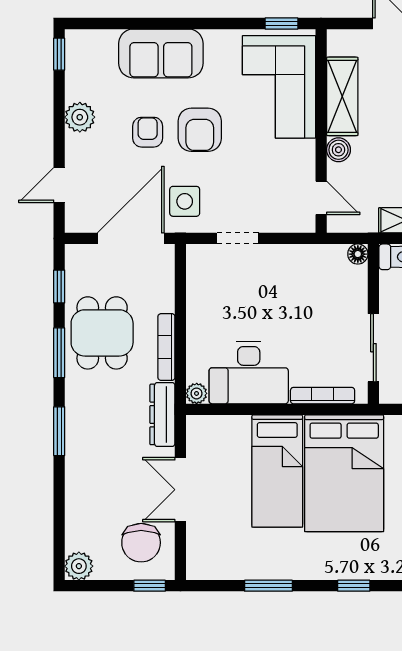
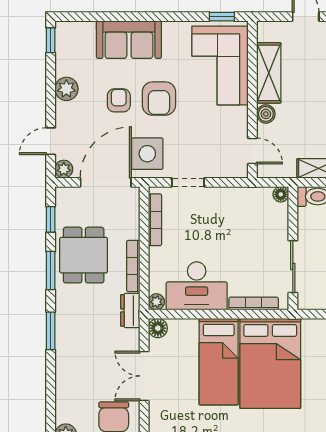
side table: (185, 201) -> (147, 154), width x1.37, depth x1.37
plant: (76, 221) -> (64, 169), added
bookcase: (195, 287) -> (155, 220), added
dresser: (162, 414) -> (130, 310), width x0.70
floor lamp: (198, 428) -> (158, 328), added

